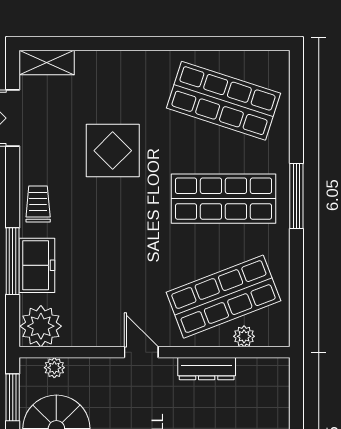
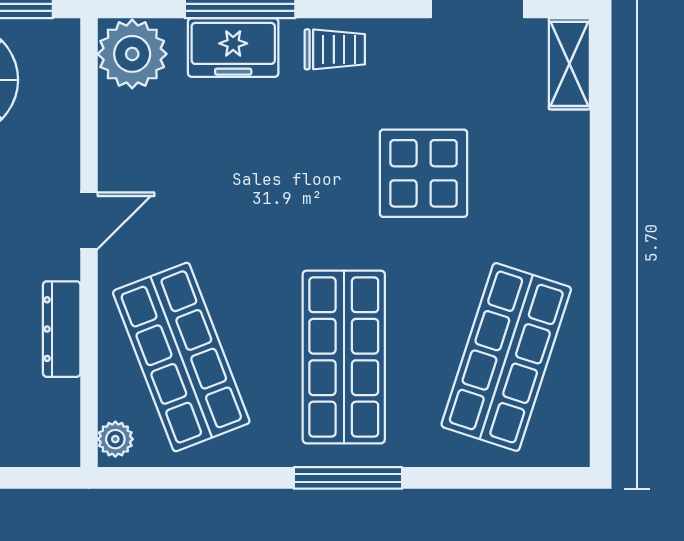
plant: (244, 336) -> (115, 439), moved
plant: (54, 368) -> (63, 76), removed

